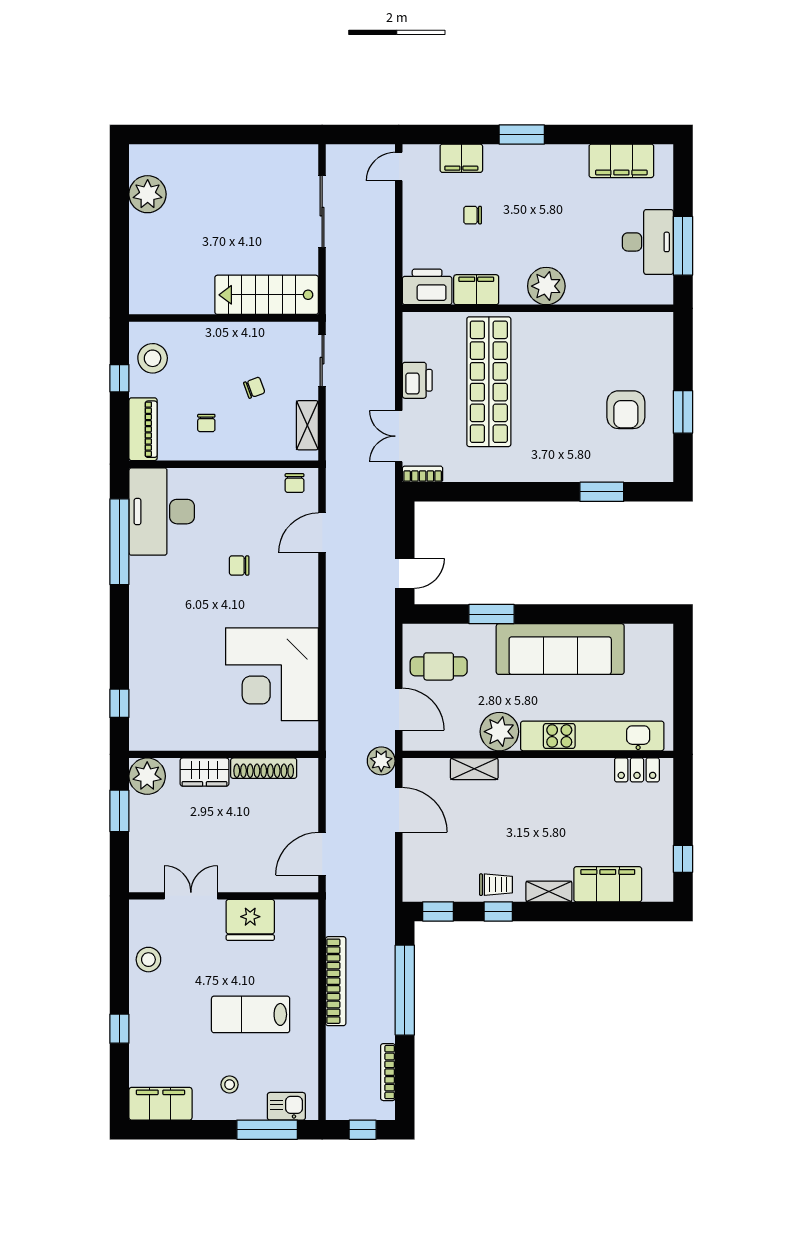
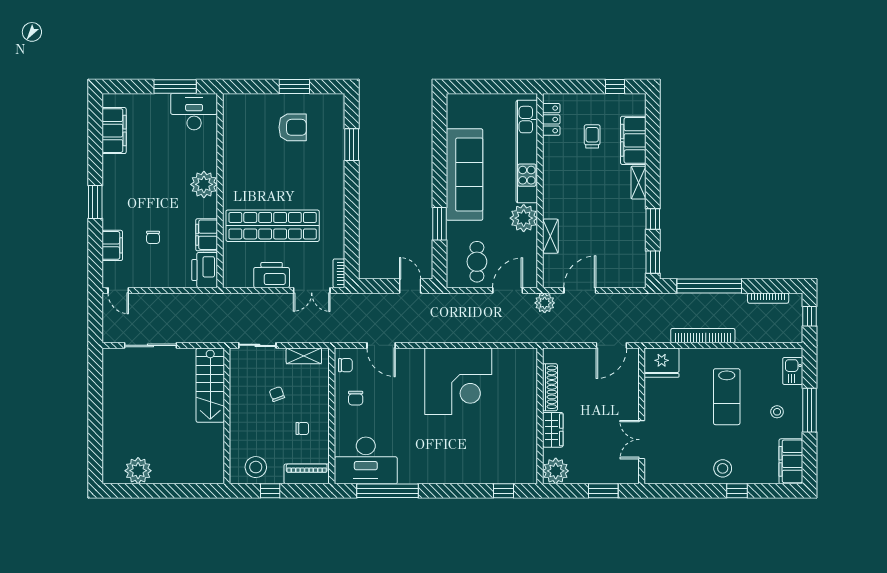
desk: (648, 242) -> (194, 112), moved
printer: (417, 380) -> (272, 275), width x1.37, depth x1.19
chair: (239, 565) -> (356, 398), moved
corner desk: (272, 674) -> (458, 381), moved
window: (119, 811) -> (603, 491), moved
door: (322, 854) -> (611, 345), hinge flipped
trolley: (496, 885) -> (592, 136), moved
fridge: (250, 920) -> (662, 363), moved, turned 90
stool: (148, 960) -> (723, 468), moved
window: (267, 1130) -> (809, 410), moved

